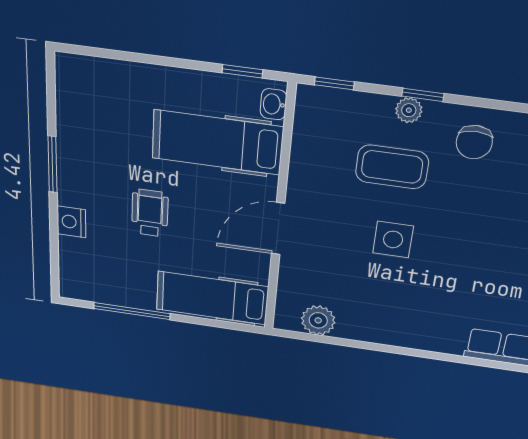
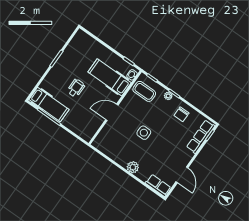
coffee table: (392, 167) -> (144, 91), moved
nightstand: (71, 222) -> (50, 79), removed
hospital bed: (212, 298) -> (49, 104), moved, turned 180
plant: (318, 320) -> (133, 167), moved

